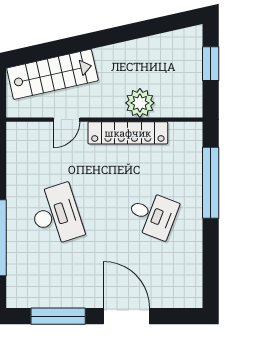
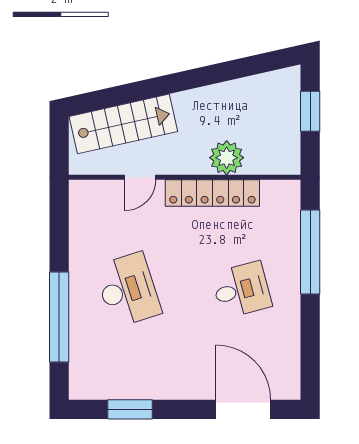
desk: (153, 215) -> (242, 290), turned -36
window: (58, 316) -> (130, 409), width x0.69
door: (126, 316) -> (243, 409), moved

